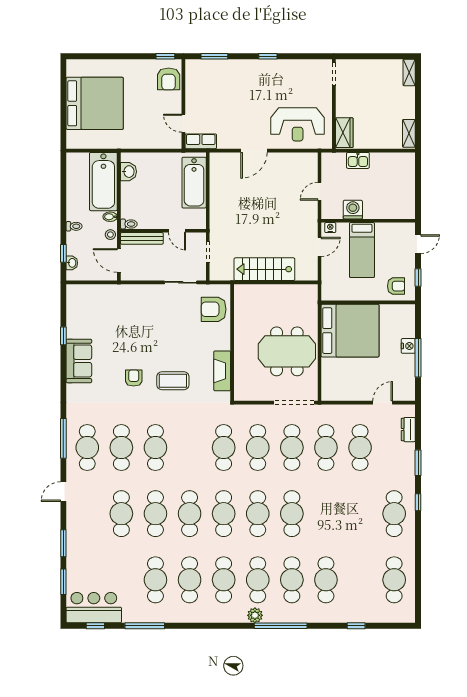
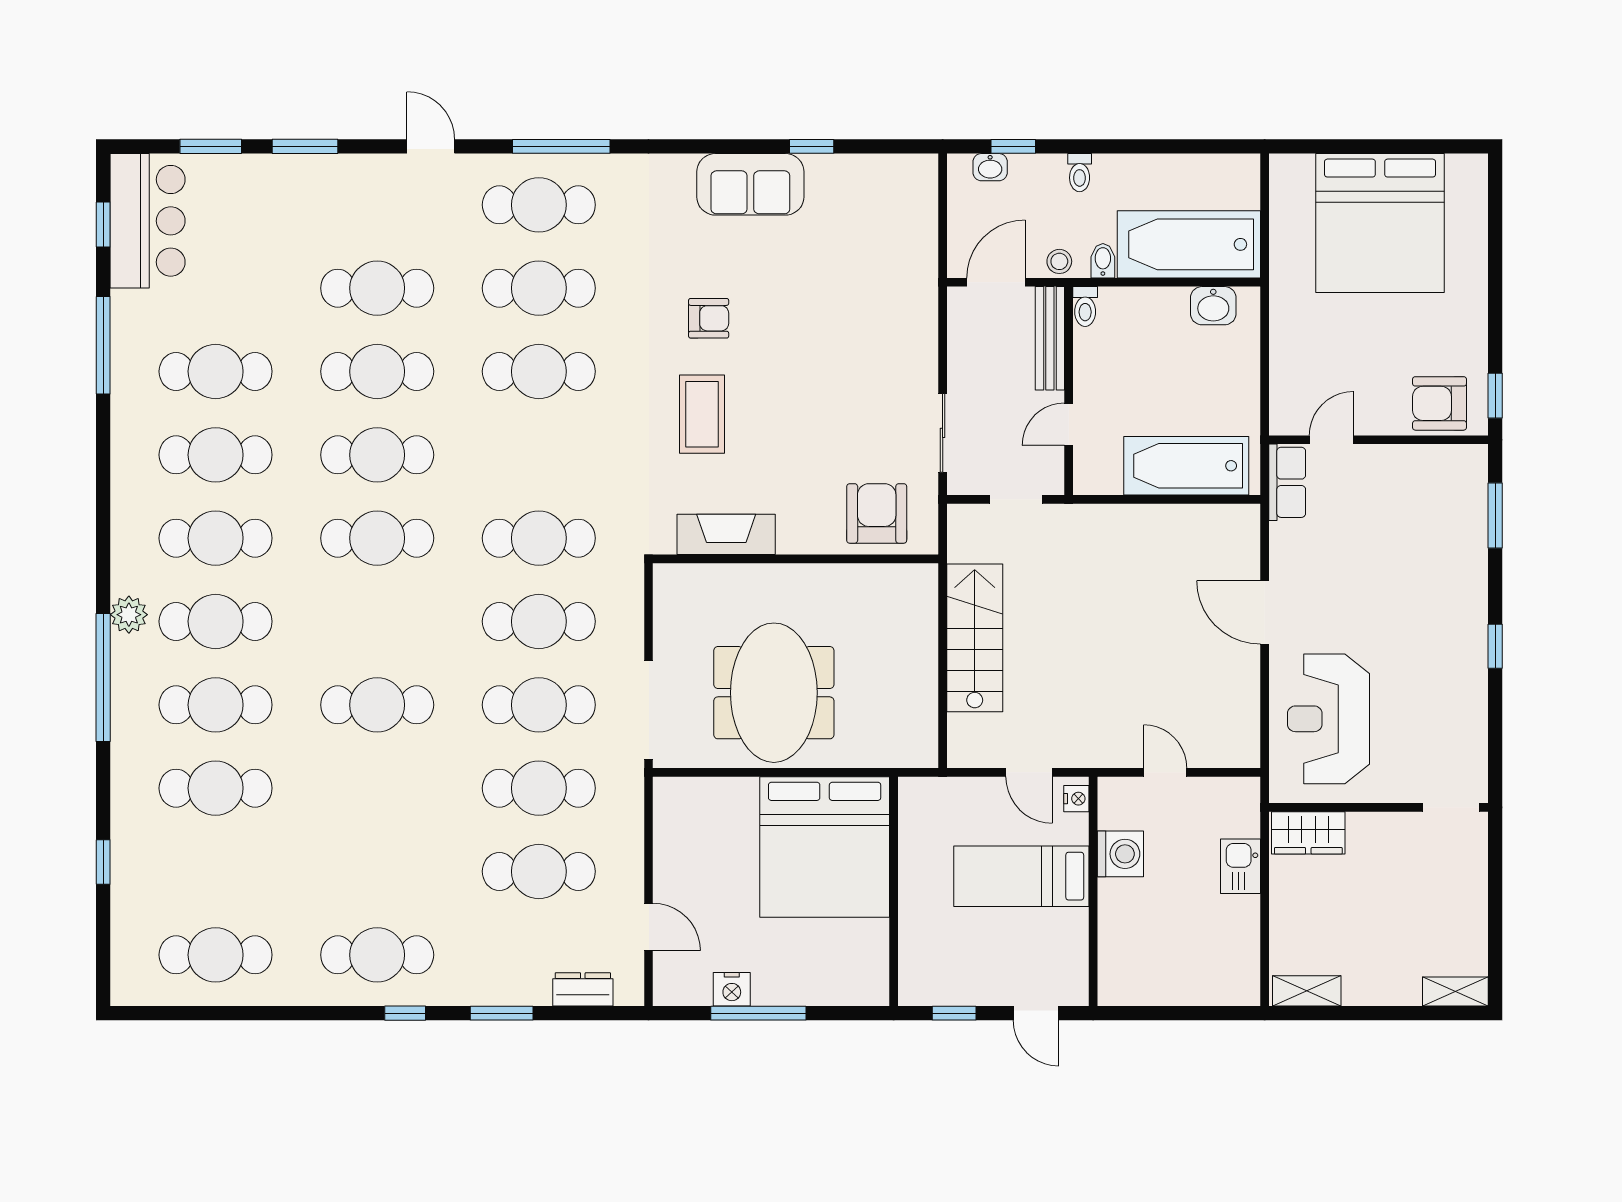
armchair: (396, 286) -> (933, 960), removed
nightstand: (408, 346) -> (732, 989), moved
cafe table: (258, 514) -> (377, 621), removed

